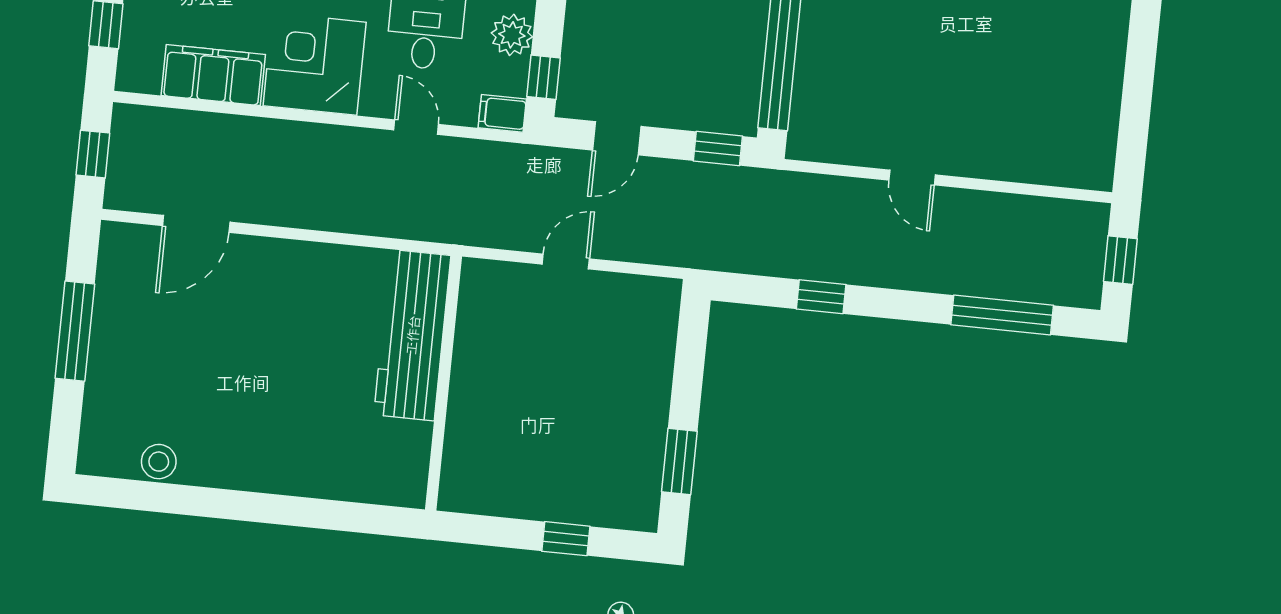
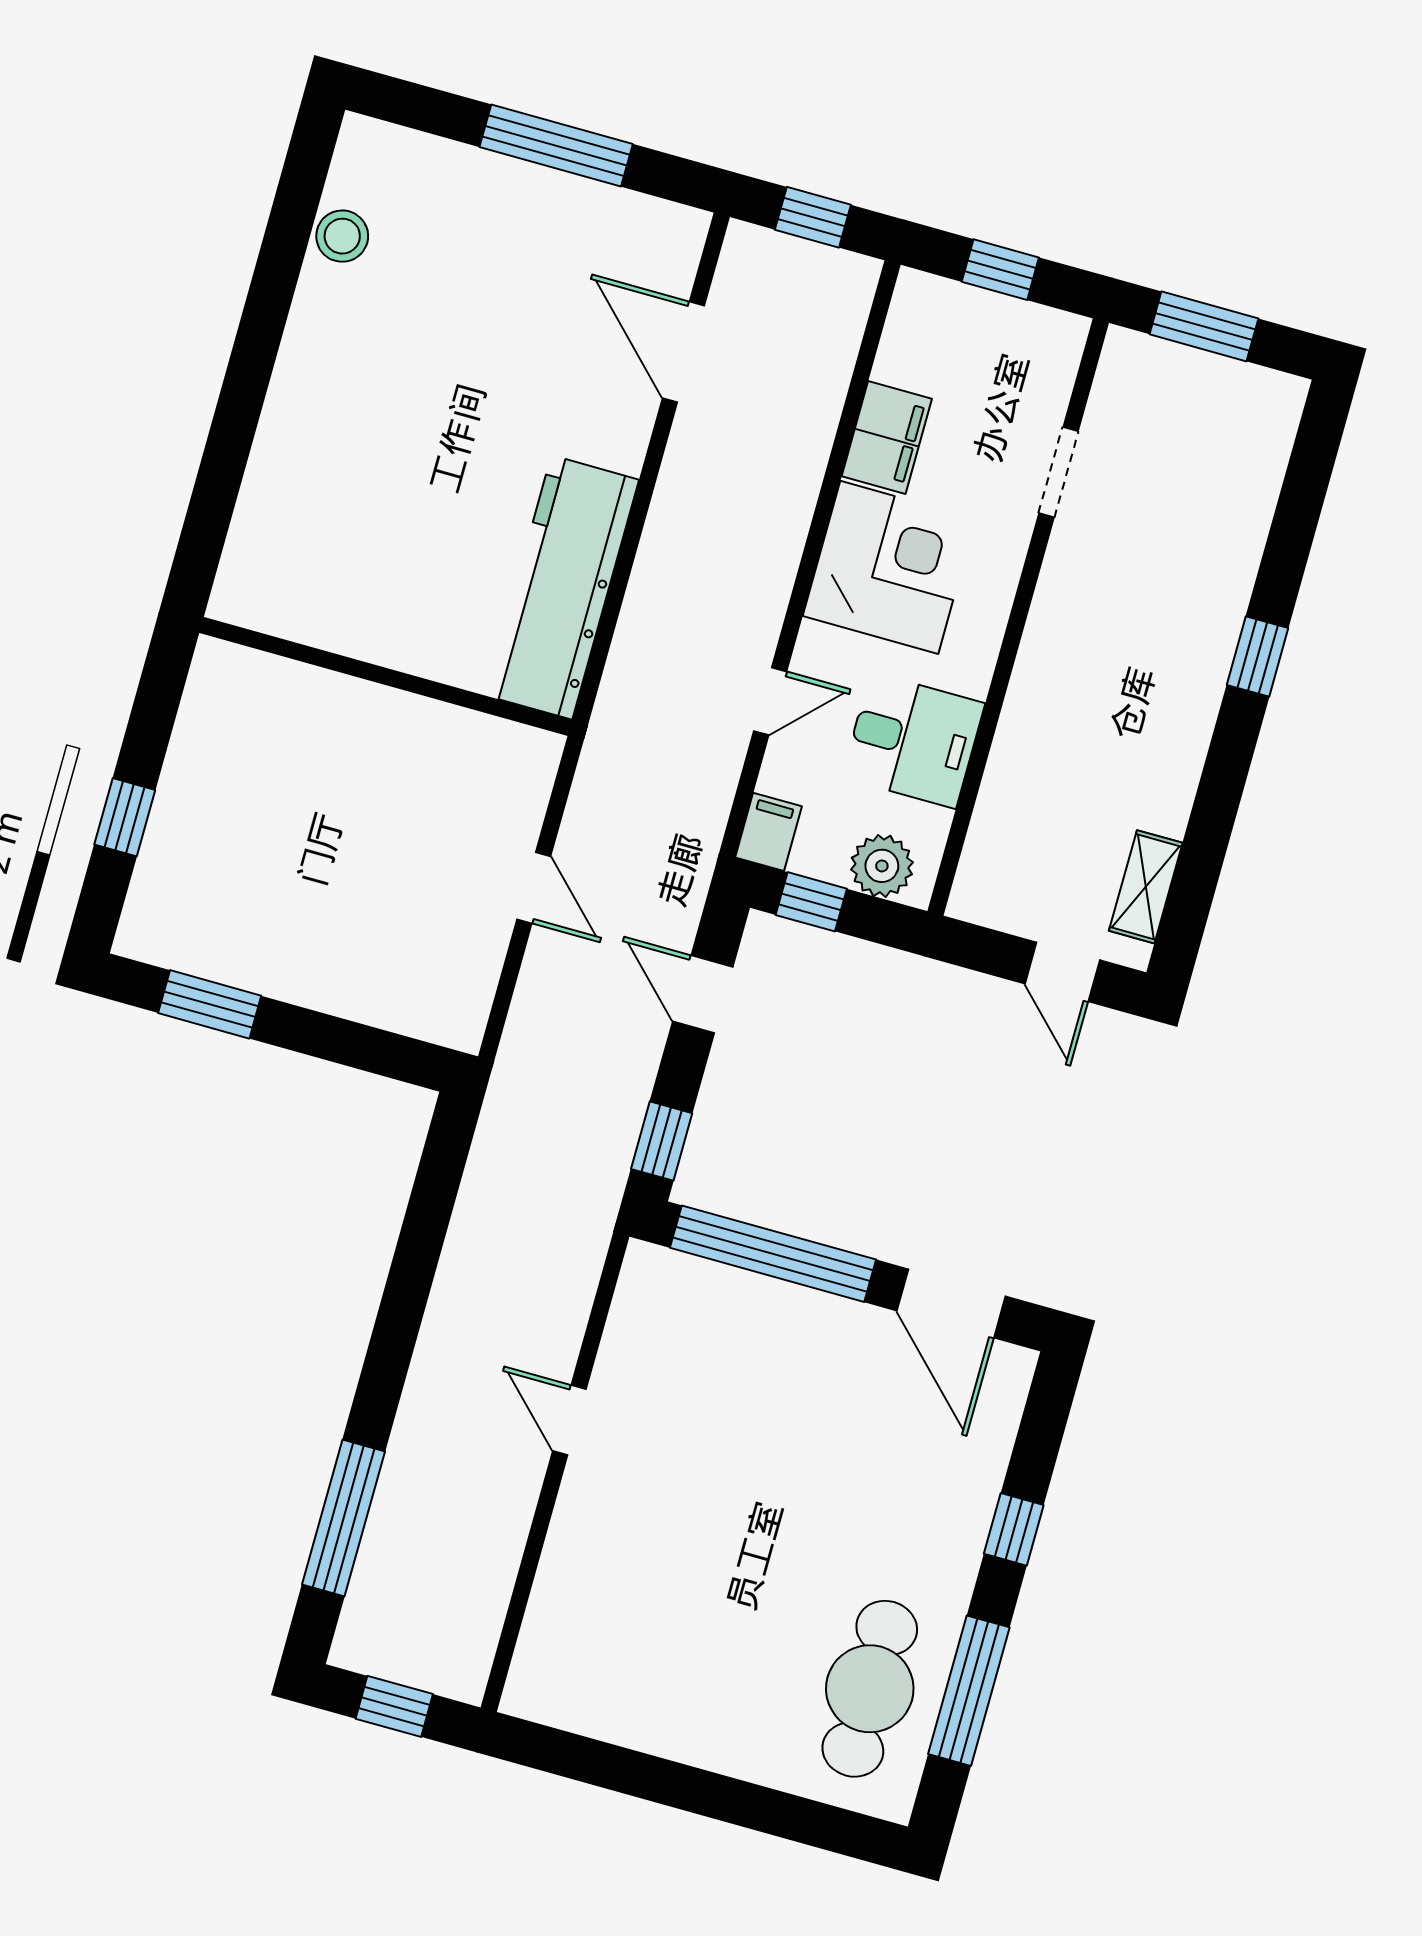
filing cabinet: (213, 75) -> (887, 437), width x0.67, depth x0.86
door: (912, 178) -> (569, 1420), hinge flipped
window: (821, 297) -> (417, 1256), removed
workbench: (412, 335) -> (562, 587), moved, turned -90

